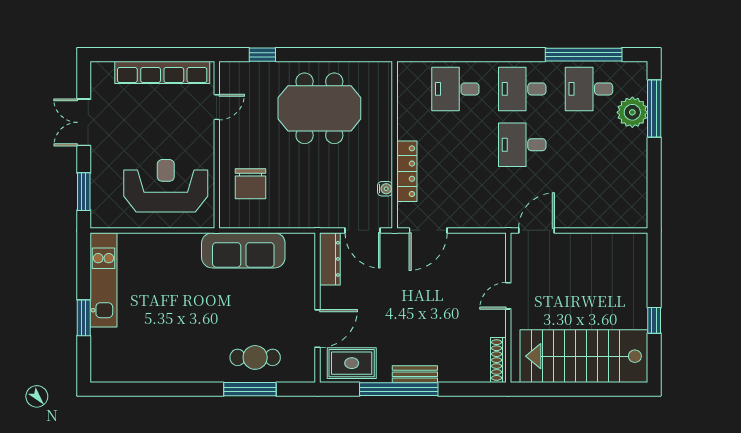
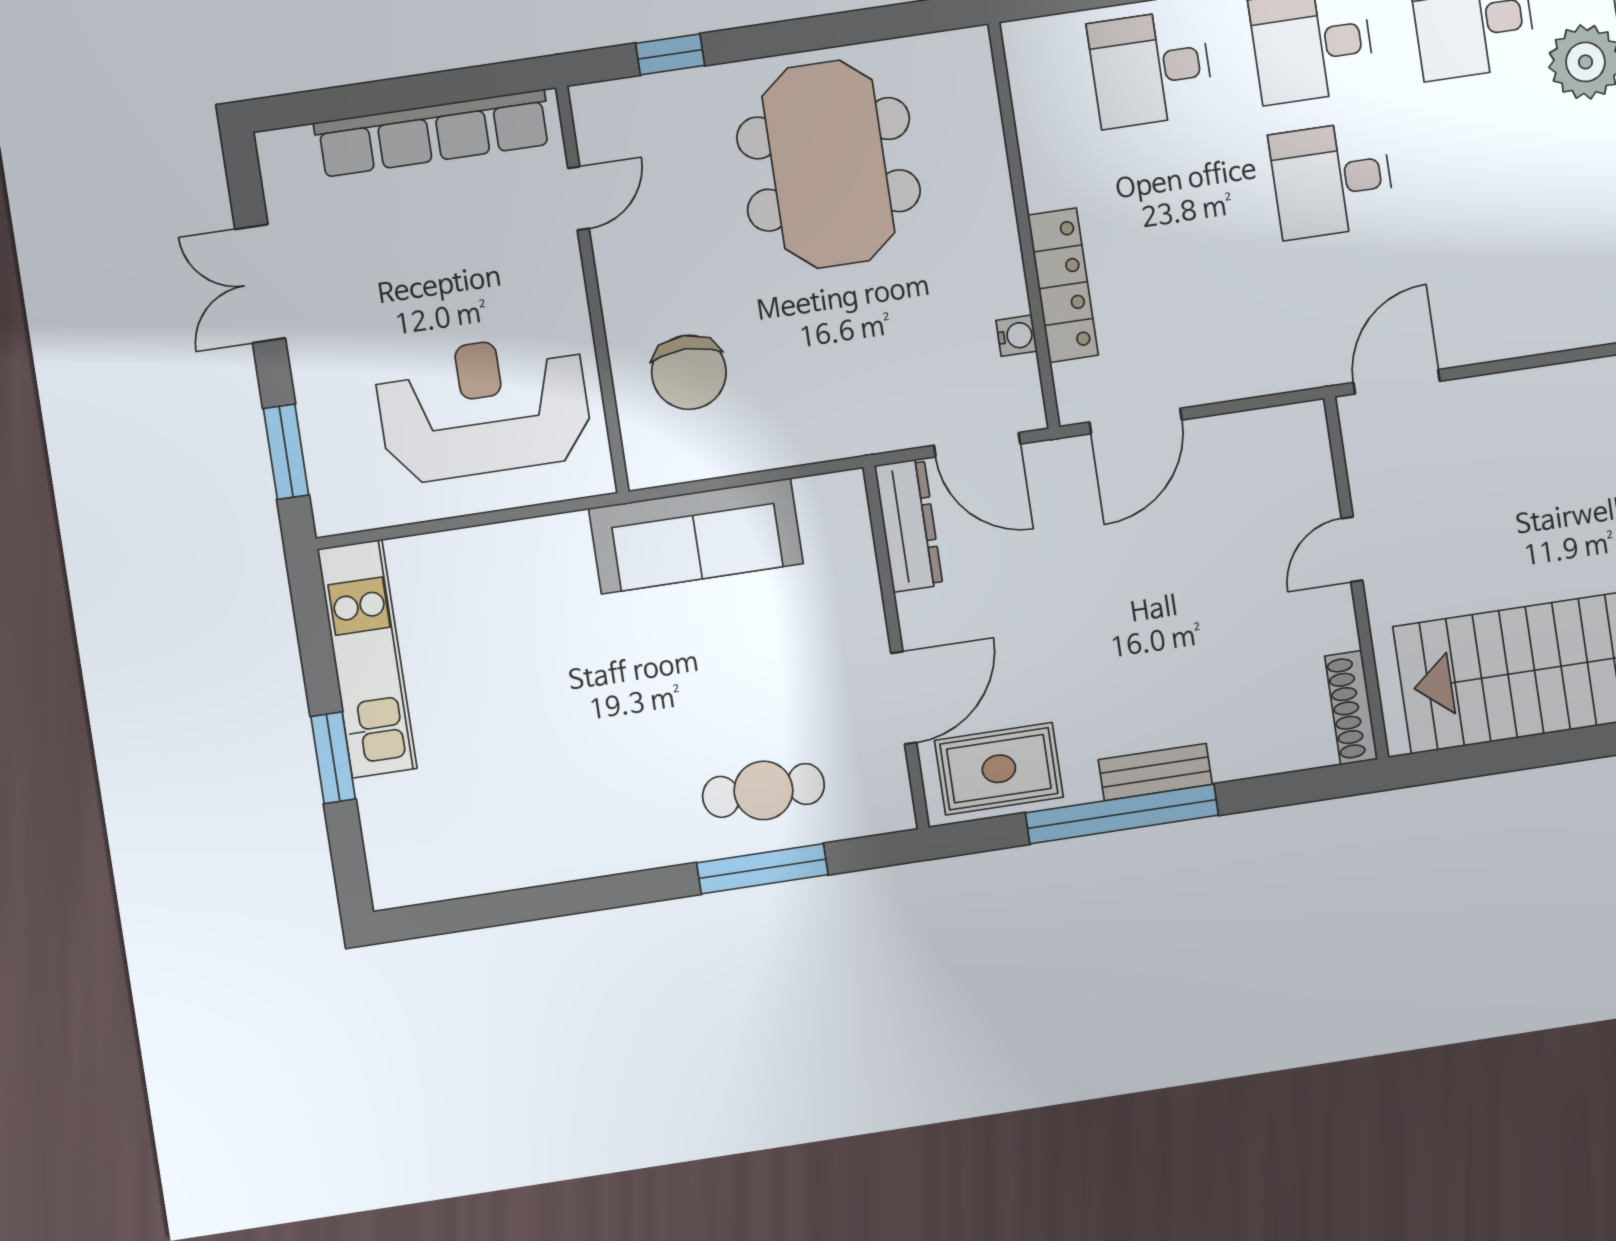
meeting table: (319, 108) -> (828, 164), turned 90

